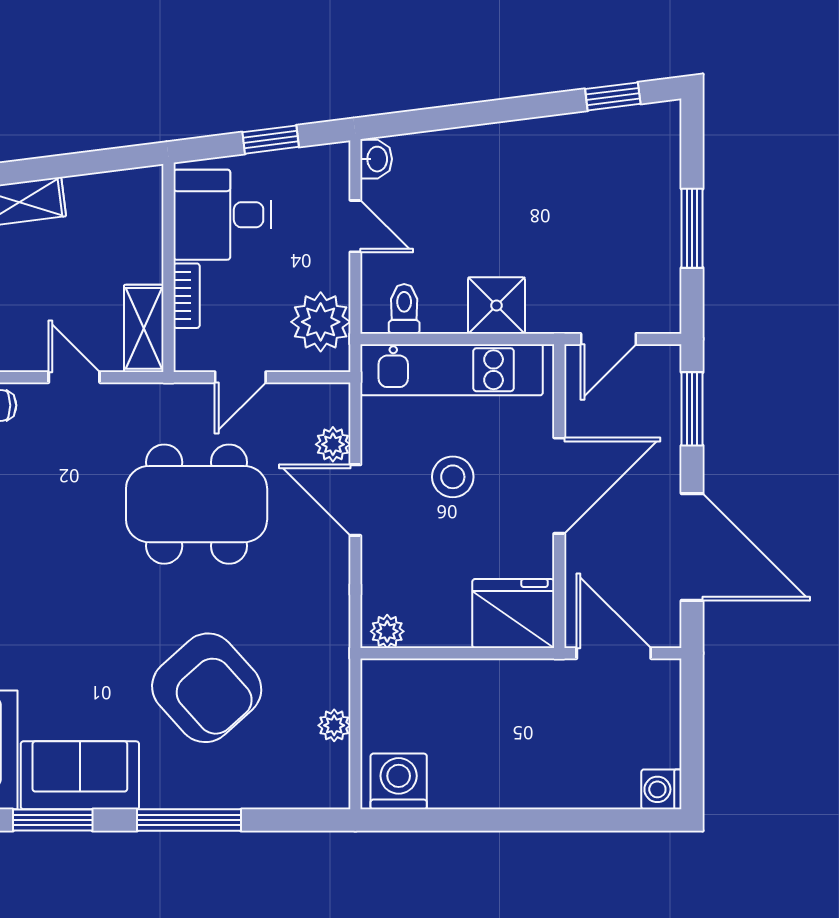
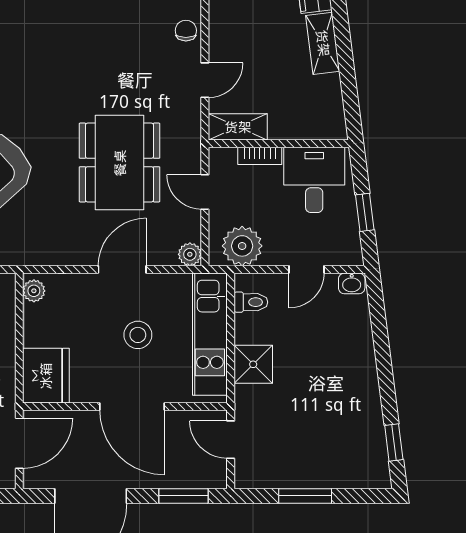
plant: (333, 444) -> (190, 254), moved

